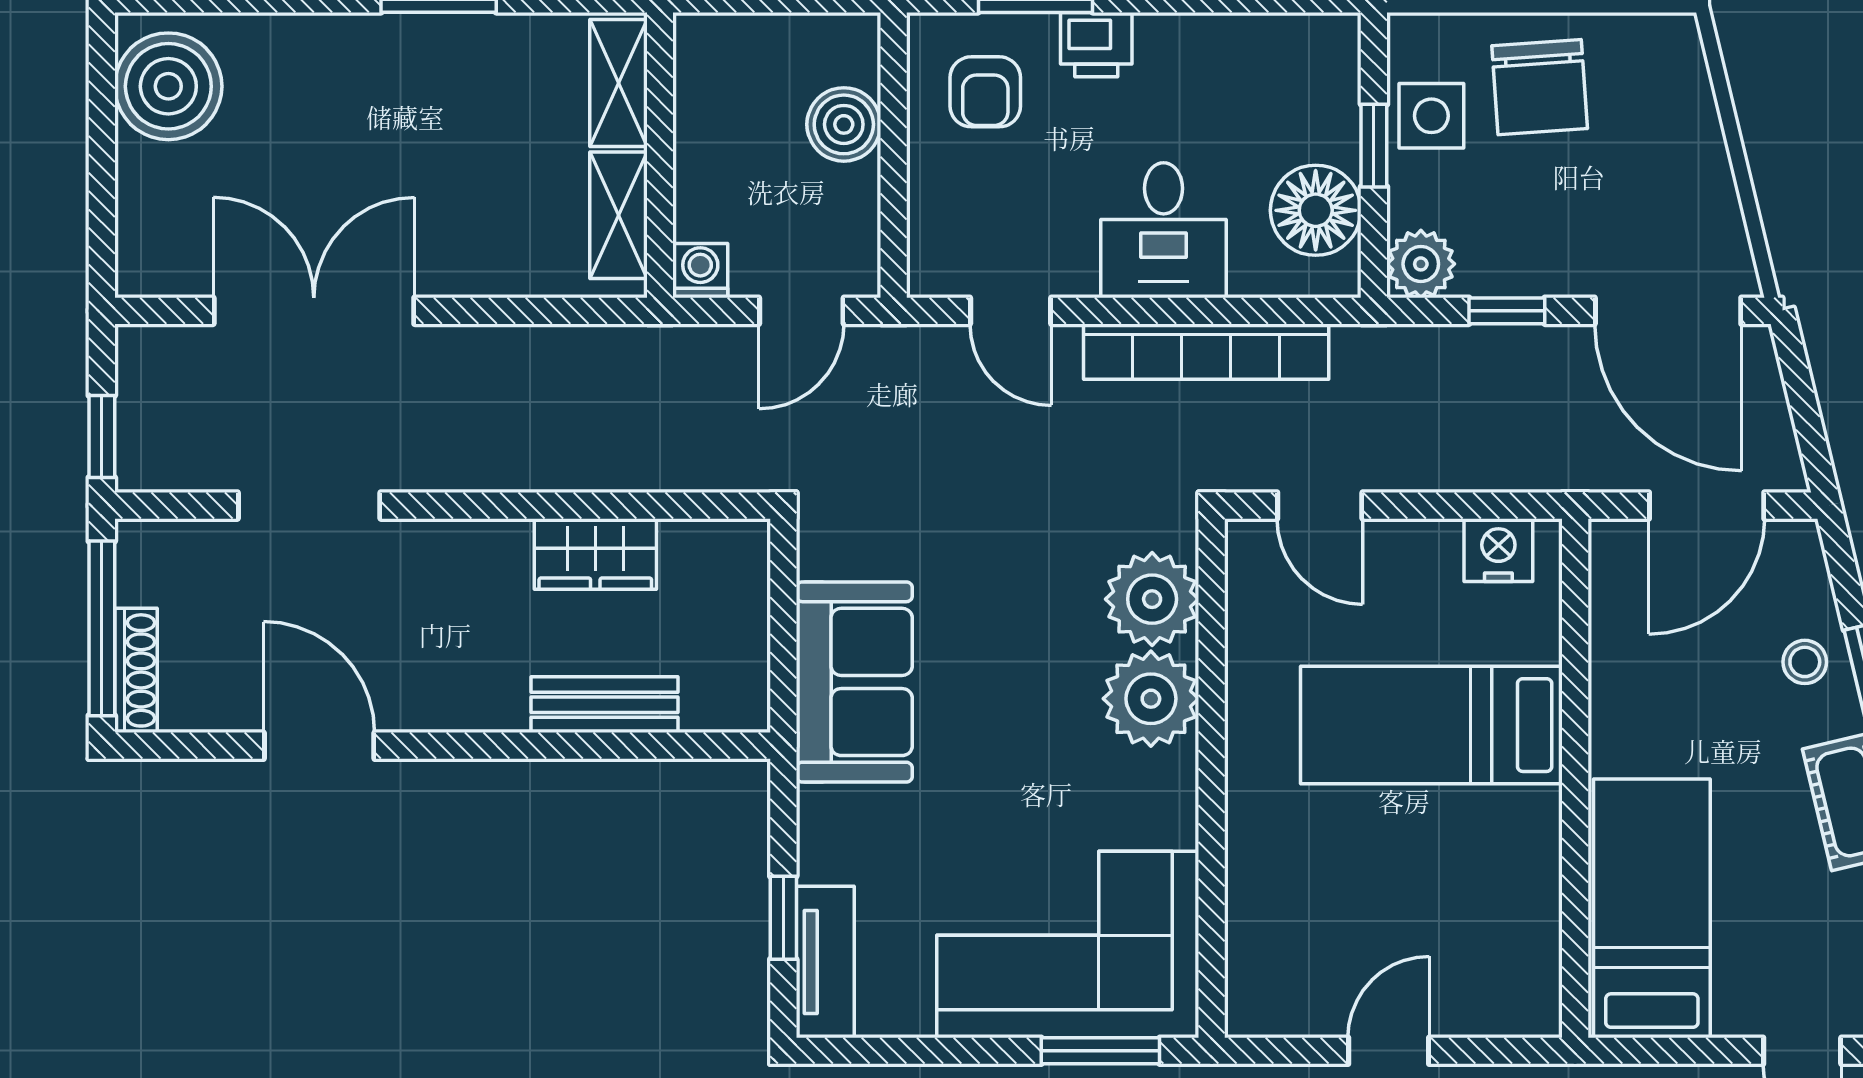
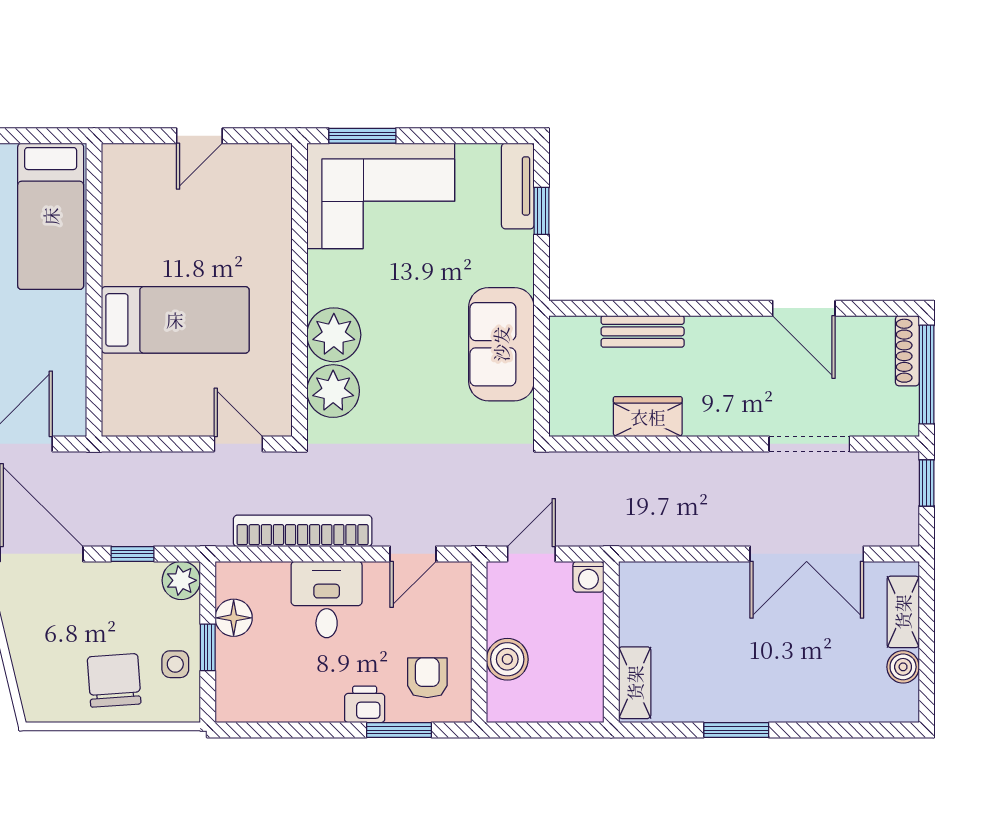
boiler: (168, 86) -> (903, 667), width x0.54, depth x0.54
side table: (1431, 116) -> (175, 664), width x0.73, depth x0.73
floor lamp: (1316, 210) -> (234, 618), width x0.73, depth x0.73
shelving: (618, 215) -> (903, 612), moved
door: (1011, 311) -> (413, 554), swing flipped
nightstand: (1498, 550) -> (137, 419), removed

